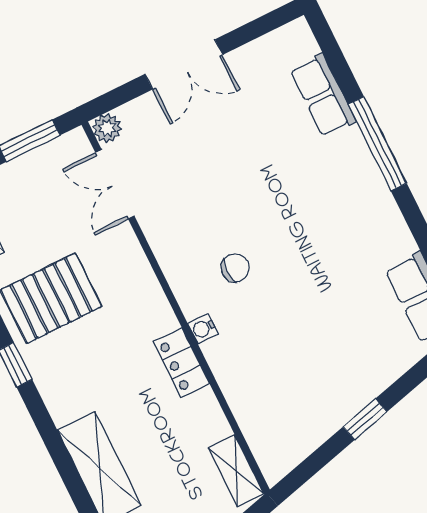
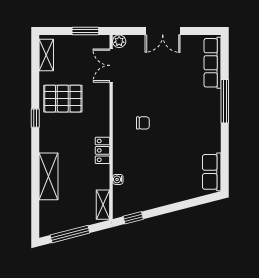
row of seats: (323, 95) -> (212, 63), width x1.48
water cooler: (203, 329) -> (118, 179), moved
window: (365, 419) -> (133, 218), moved

